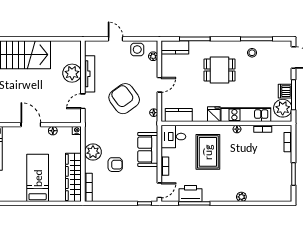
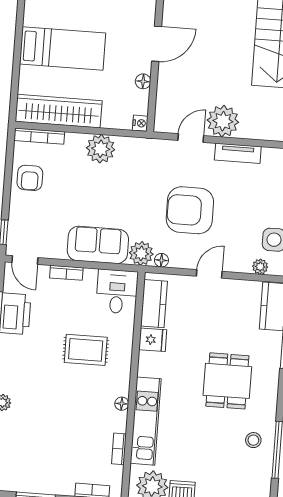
plant: (72, 73) -> (223, 121), moved
tv unit: (90, 74) -> (238, 153), width x0.71
door: (159, 85) -> (209, 274), swing flipped
armchair: (124, 99) -> (190, 210), turned -144
door: (83, 101) -> (191, 138), hinge flipped
fridge: (214, 114) -> (153, 340), moved
plant: (151, 124) -> (141, 253), added
rug: (208, 152) -> (86, 350), width x0.73, depth x0.70
armchair: (115, 165) -> (30, 178), moved

